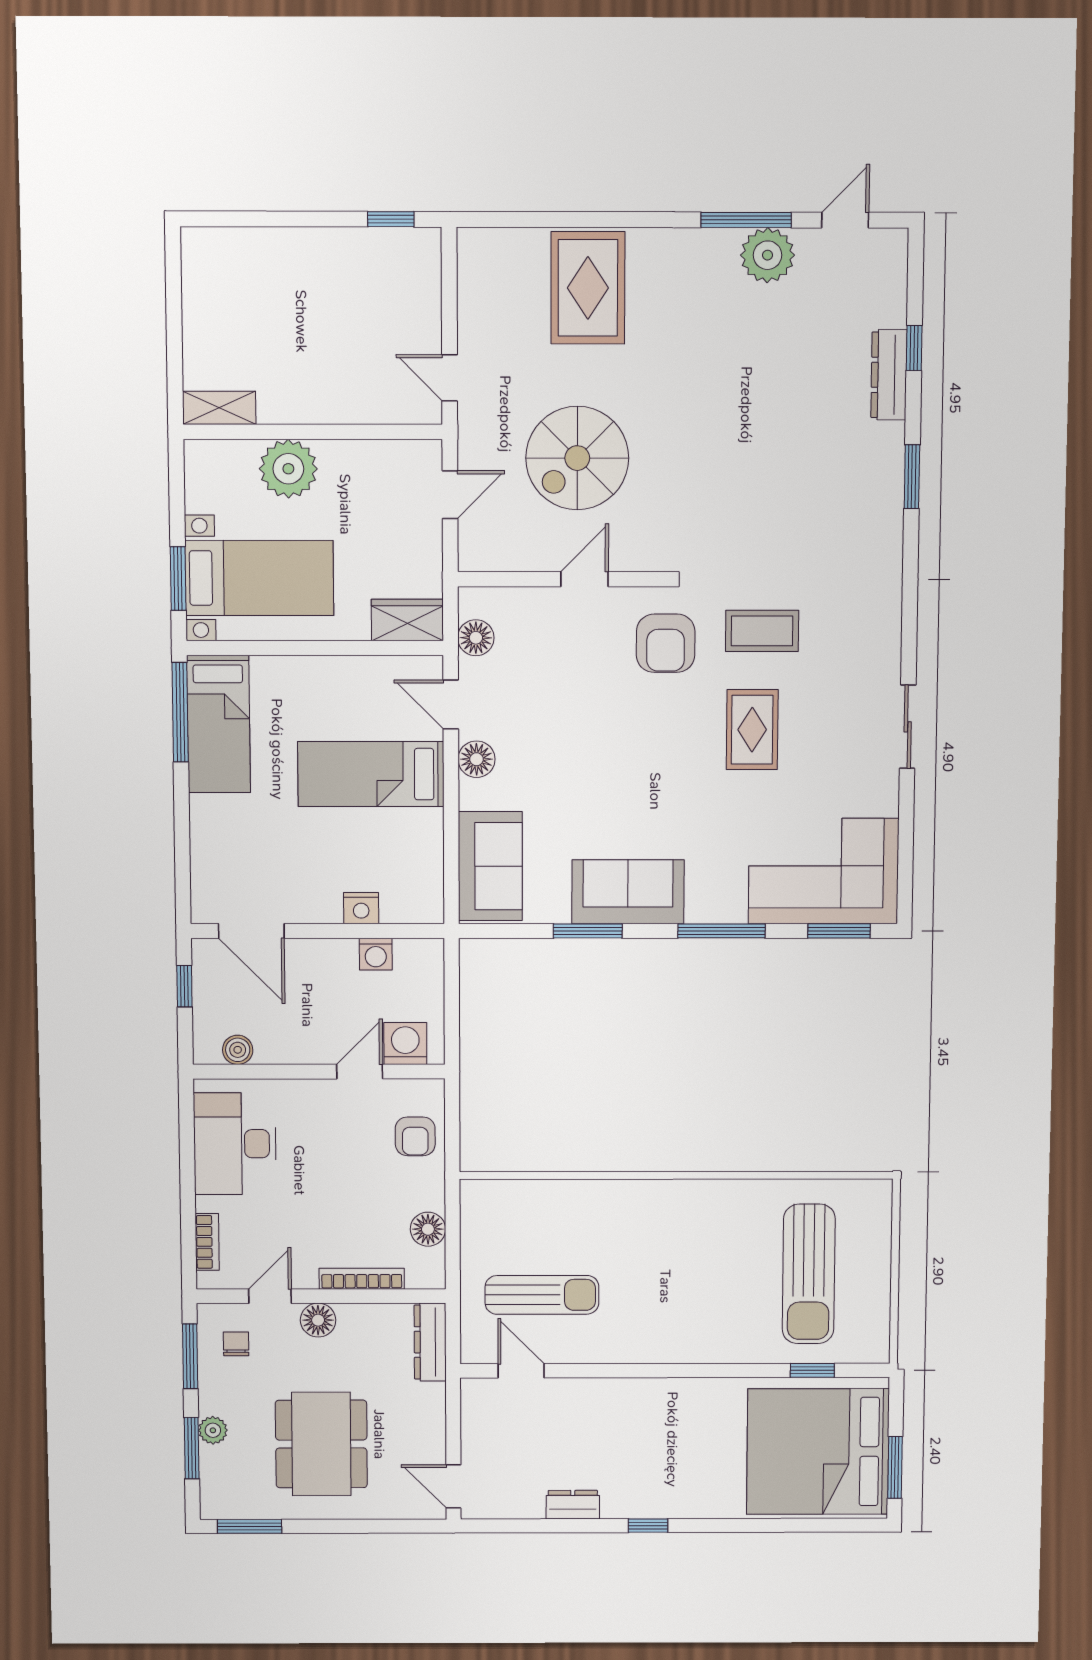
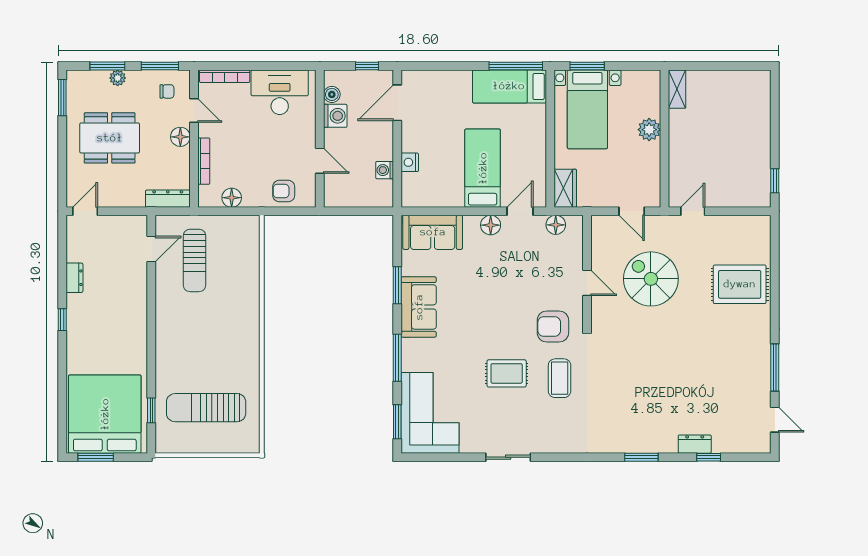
plant: (768, 255) -> (757, 379), removed
dresser: (889, 375) -> (695, 444), width x0.70
plant: (288, 469) -> (649, 130), width x0.73, depth x0.73
washing machine: (405, 1043) -> (335, 116), moved
bookcase: (207, 1242) -> (225, 76), width x1.56

